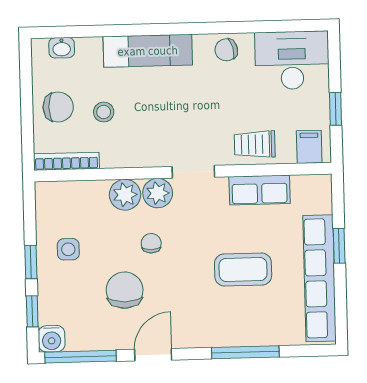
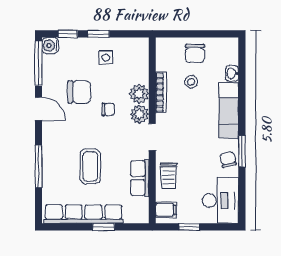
window: (213, 28) -> (242, 151), added
washbasin: (62, 48) -> (232, 73), moved
trolley: (255, 144) -> (168, 176), turned 180
bookcase: (66, 161) -> (161, 92), moved

